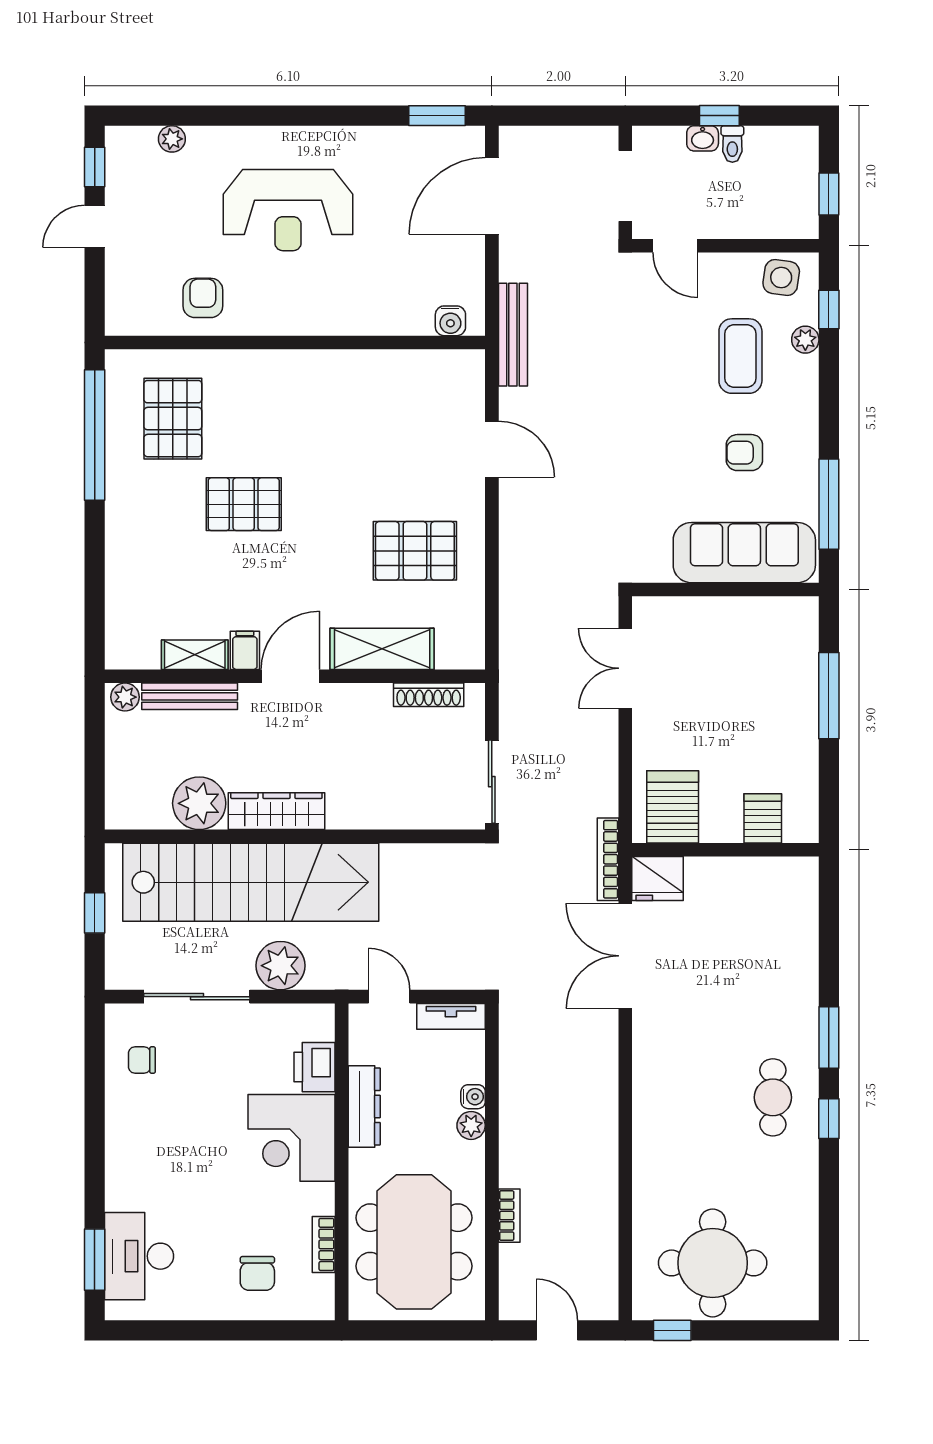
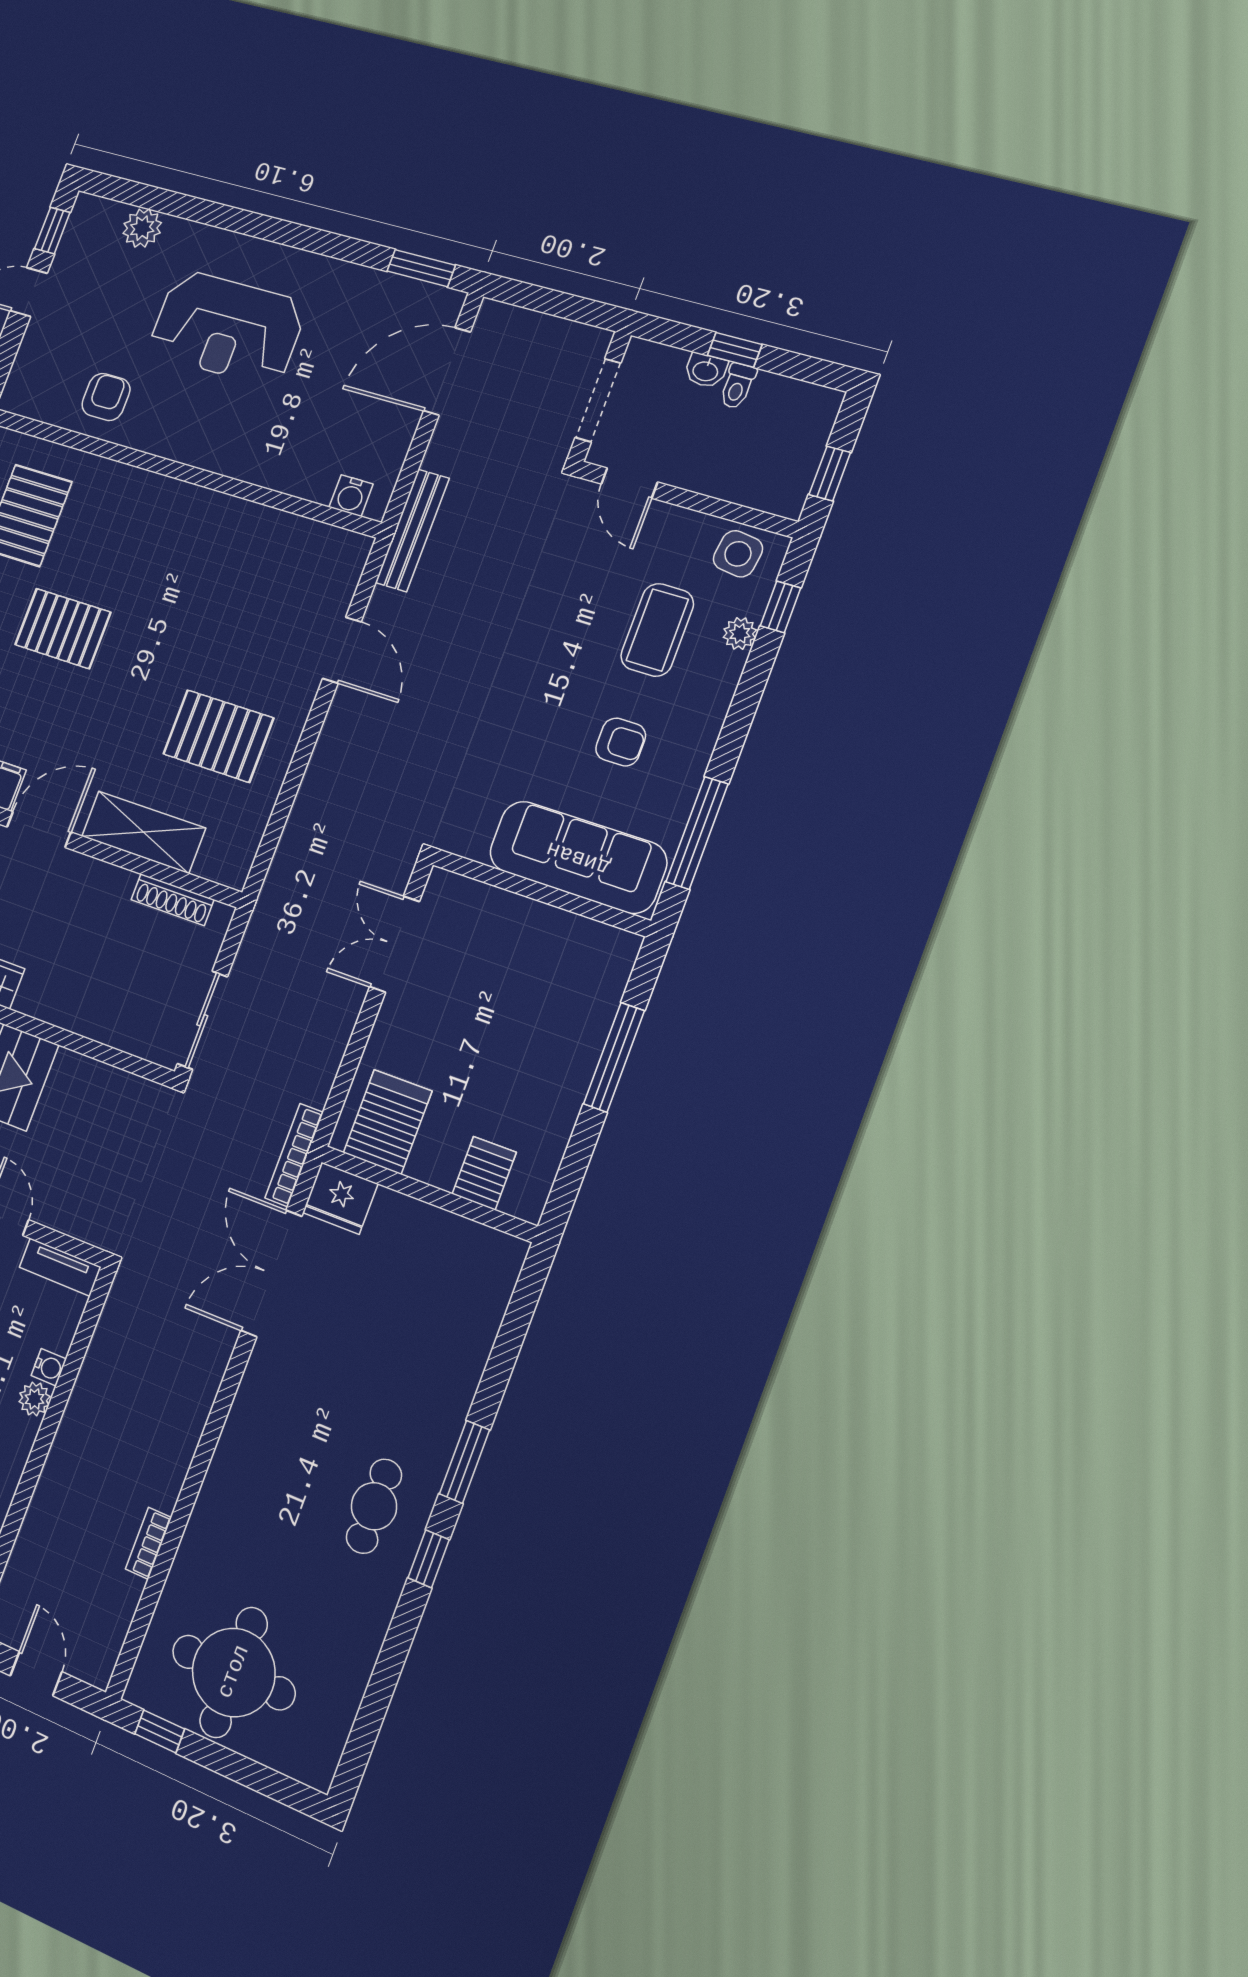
plant: (172, 139) -> (142, 228), width x1.38, depth x1.38
armchair: (744, 453) -> (621, 742), turned 180
bookcase: (509, 1216) -> (149, 1543), moved, turned 180

